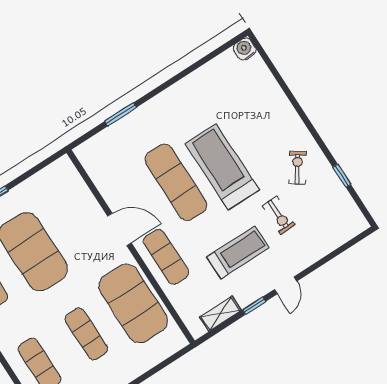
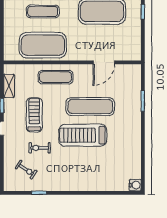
treadmill: (222, 167) -> (83, 135), turned 180
exercise bike: (297, 168) -> (26, 170), moved
door: (120, 229) -> (104, 62), moved
treadmill: (238, 252) -> (34, 115), turned 180

